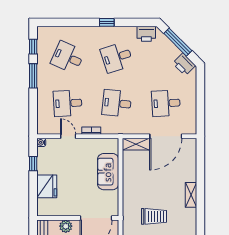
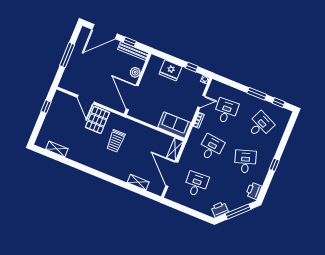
sofa: (108, 172) -> (174, 125), moved
shelving: (191, 195) -> (138, 182), moved

